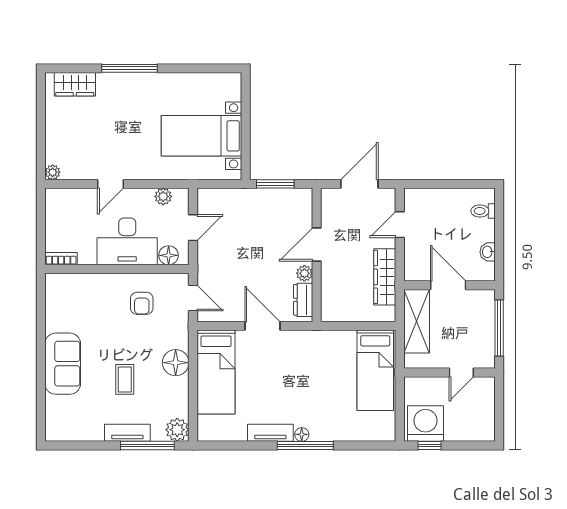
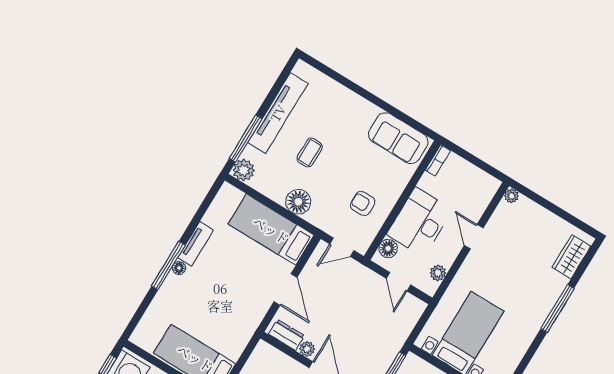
door: (262, 326) -> (285, 290), hinge flipped
sofa: (63, 364) -> (398, 138), moved
coffee table: (125, 379) -> (310, 153), turned 90
tv unit: (127, 433) -> (278, 113), width x1.92, depth x1.29

